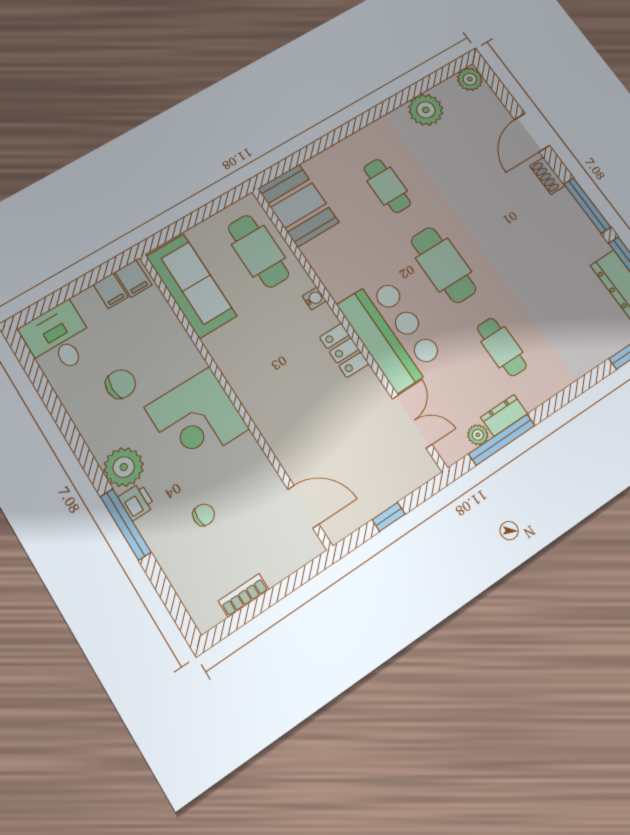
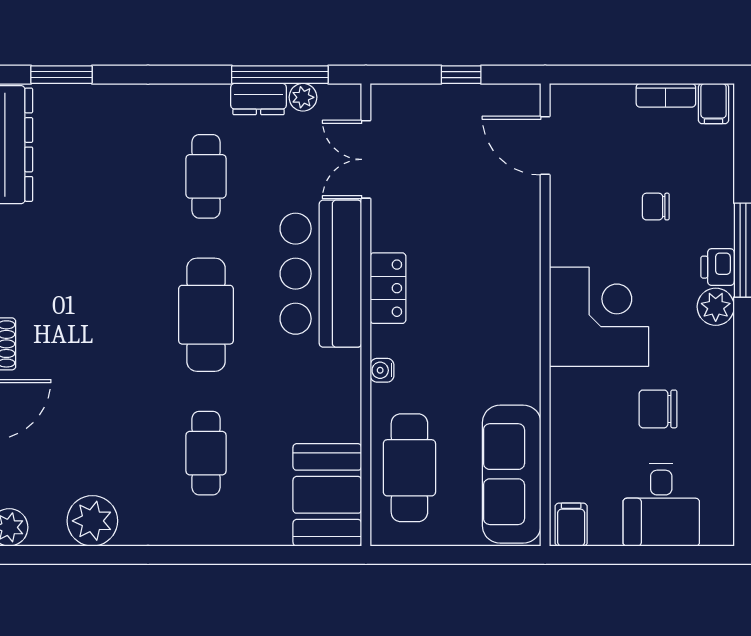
filing cabinet: (111, 291) -> (713, 104), moved, turned 180
desk: (59, 339) -> (661, 505), moved
plant: (124, 467) -> (716, 307), width x0.73, depth x0.73

